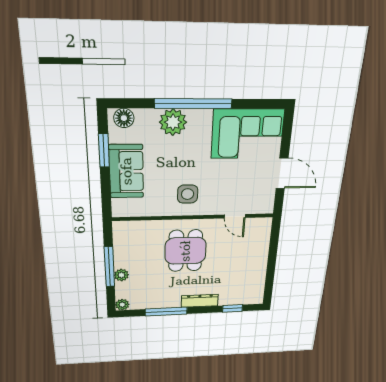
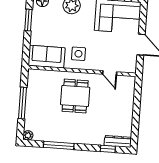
sofa: (126, 171) -> (47, 57), moved, turned -90
plant: (121, 275) -> (30, 111), removed
dresser: (200, 301) -> (118, 141), moved

